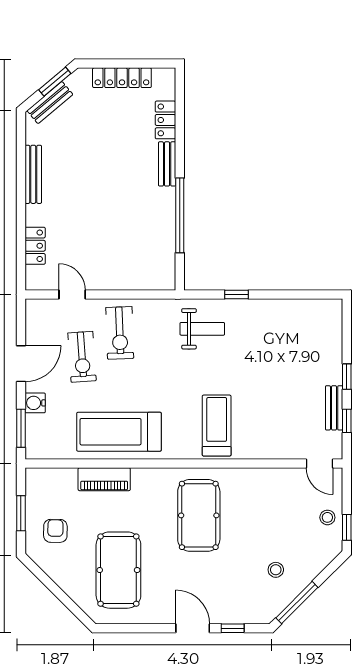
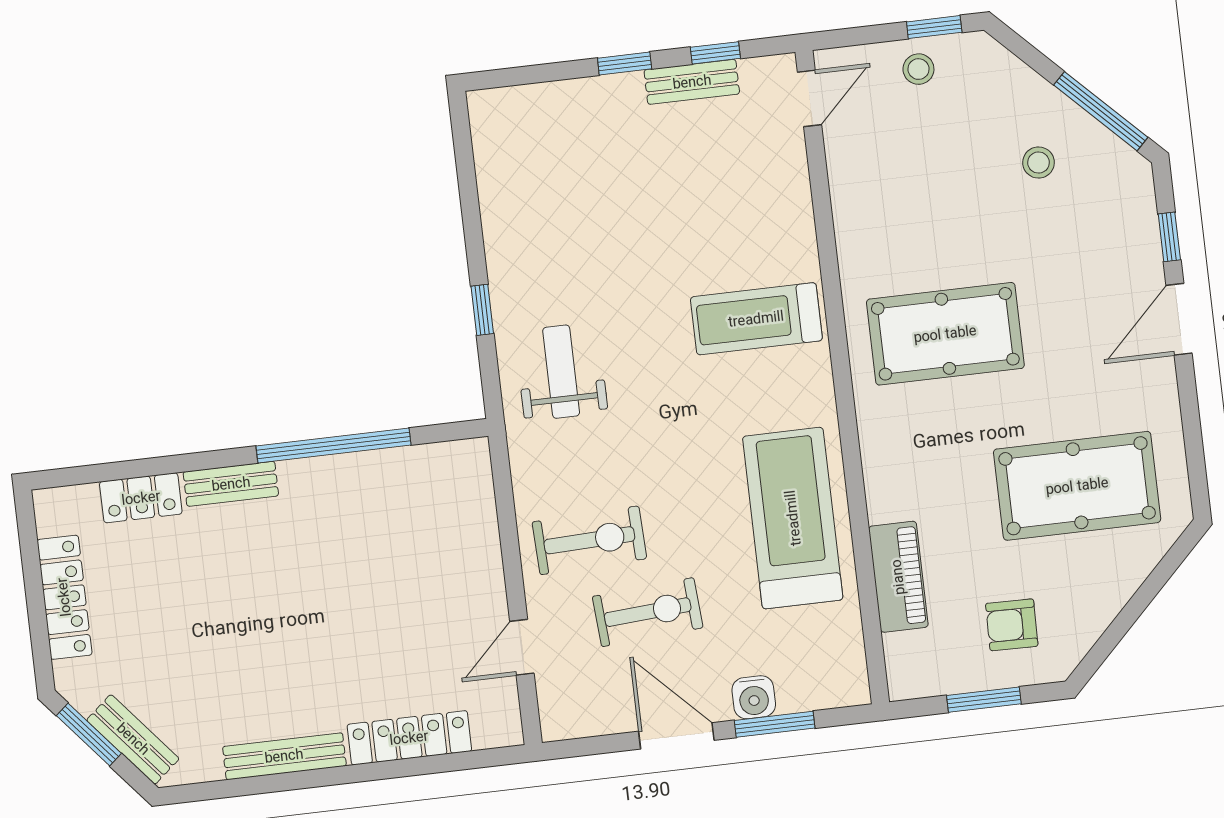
locker: (35, 246) -> (409, 738), width x1.53
window: (21, 428) -> (775, 724), moved
treadmill: (119, 432) -> (793, 518), turned 180
piano: (104, 479) -> (898, 577), moved

